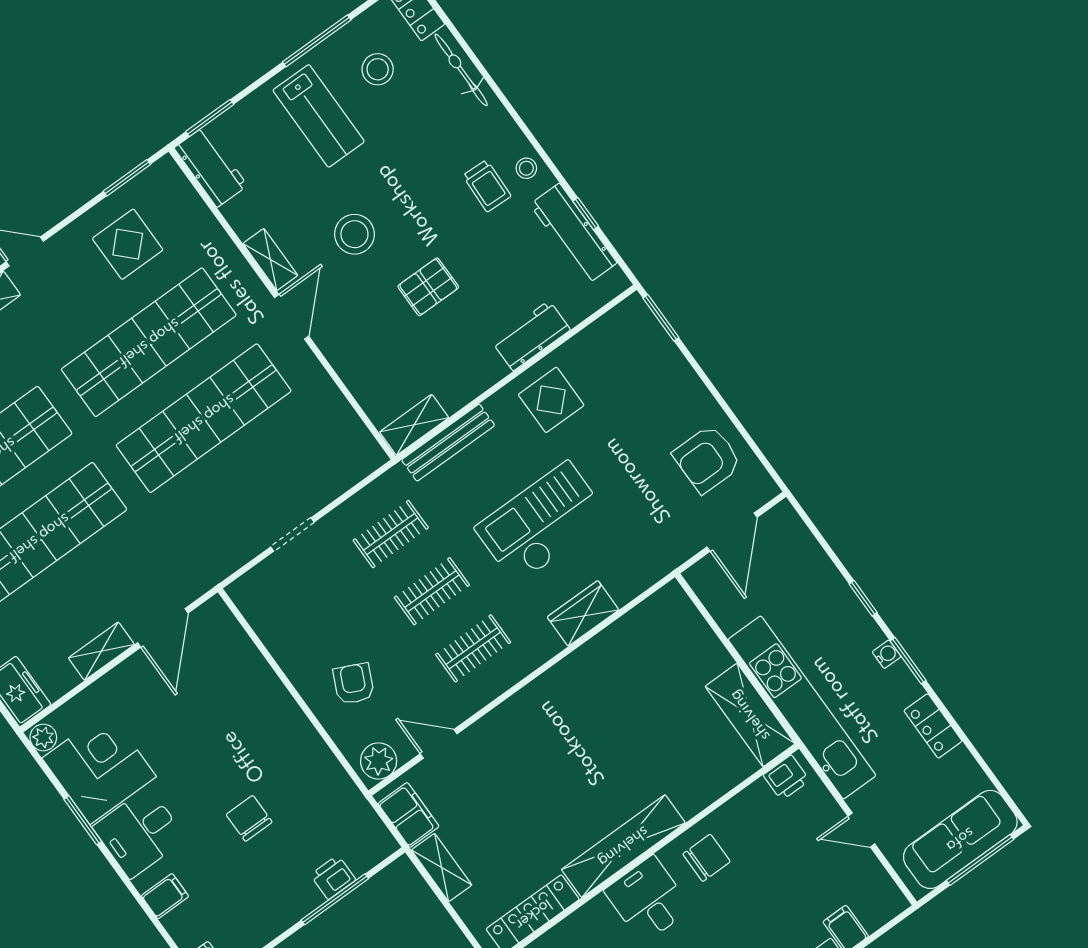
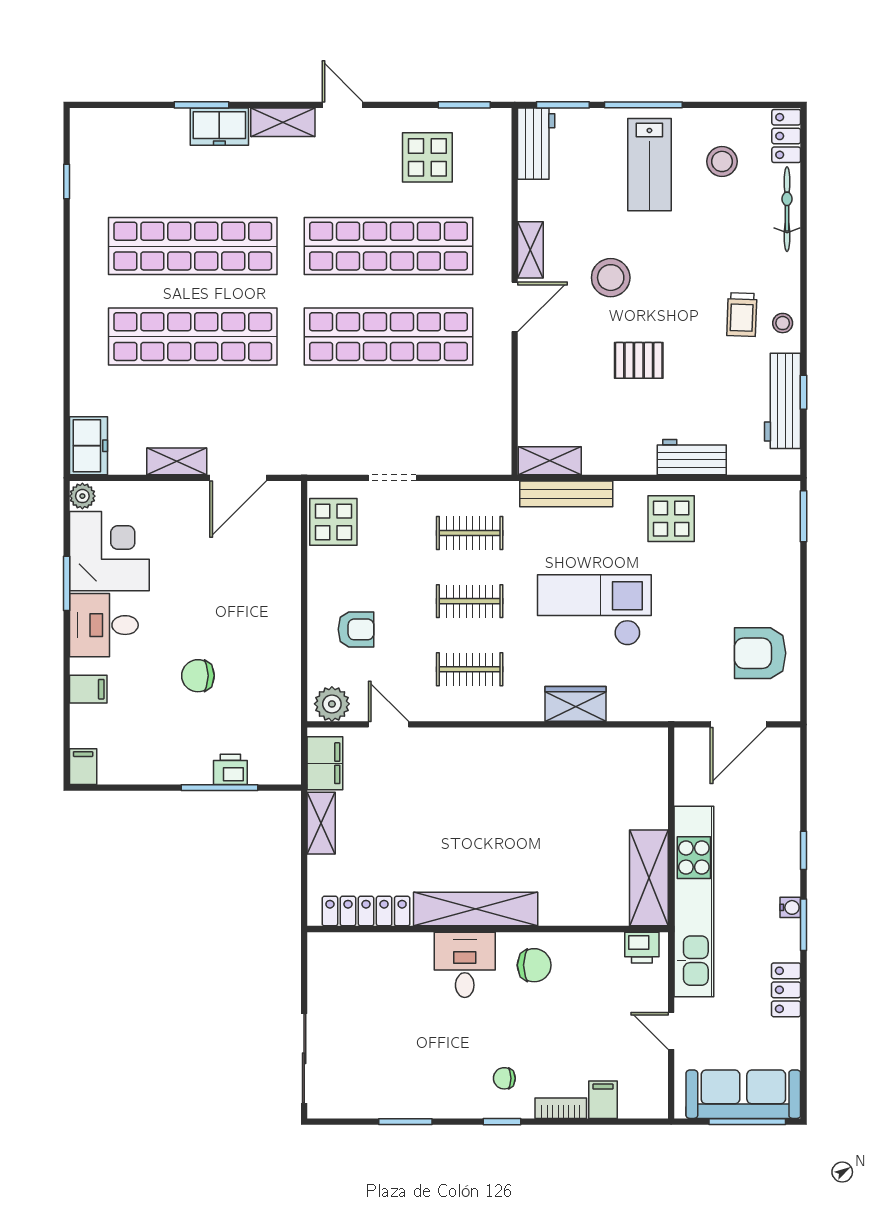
window: (317, 41) -> (643, 105), moved
display table: (270, 607) -> (333, 522), added
armchair: (354, 684) -> (356, 629), turned 65
chair: (249, 818) -> (198, 676), turned -90

